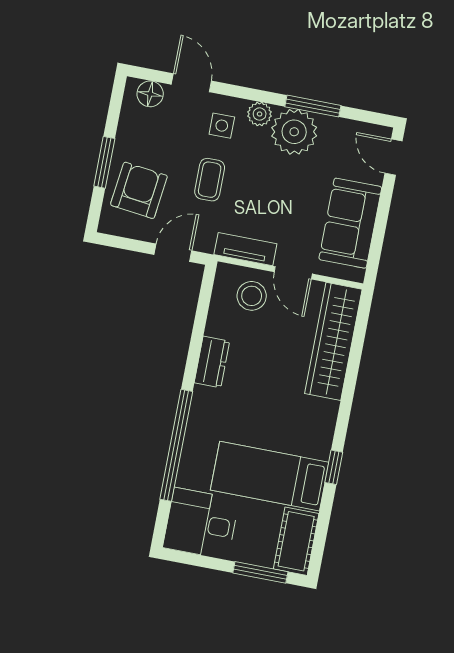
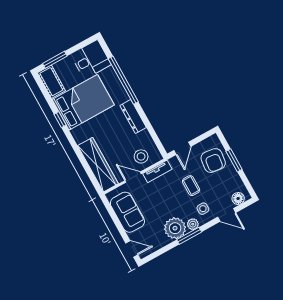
window: (313, 106) -> (189, 236), moved
dresser: (212, 362) -> (133, 117), width x1.44
bed: (270, 476) -> (83, 102), width x1.50

